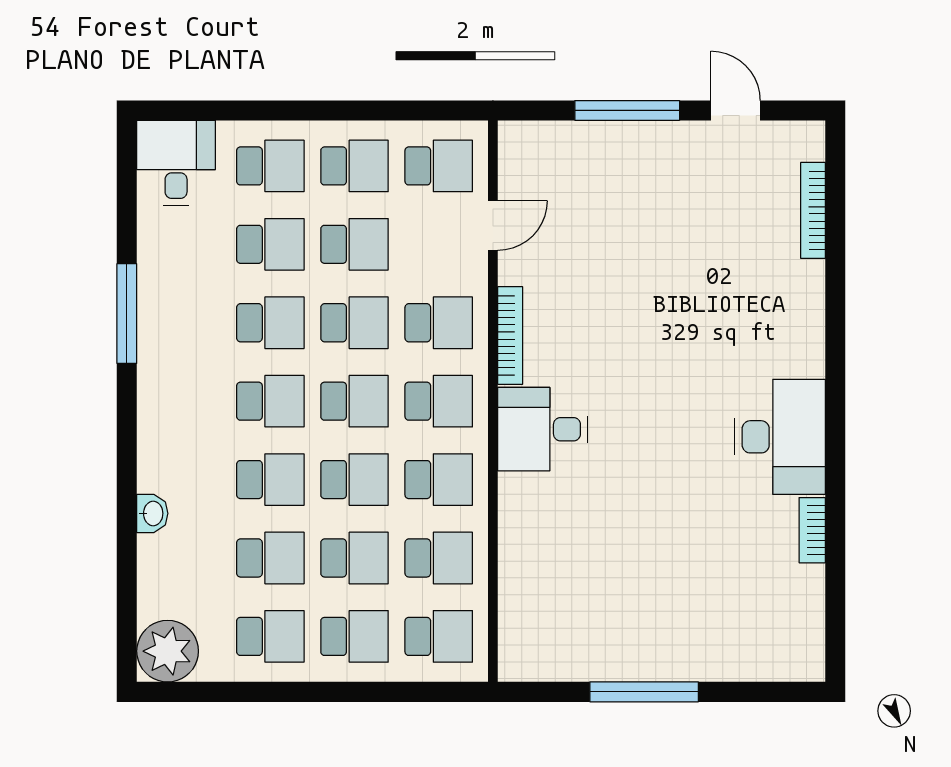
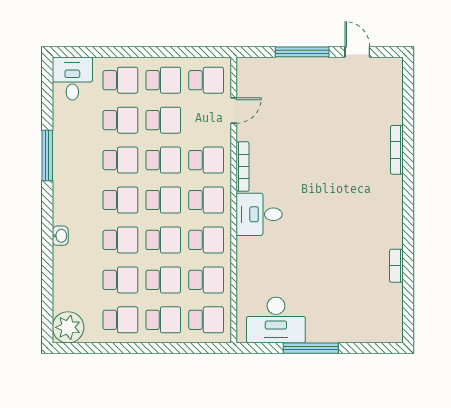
bookcase: (813, 210) -> (397, 150), moved
desk: (780, 437) -> (276, 320), moved, turned 90
washbasin: (152, 513) -> (60, 236), moved

